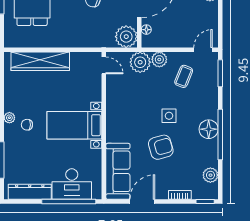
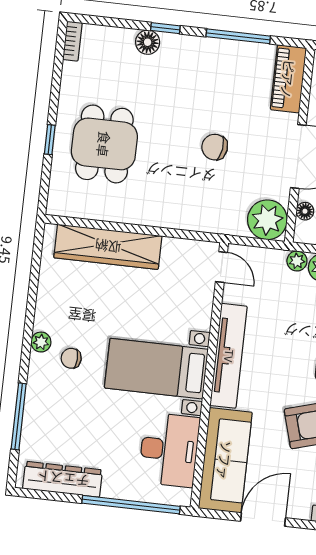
plant: (140, 62) -> (297, 261), width x0.53, depth x0.53
tv unit: (113, 114) -> (229, 356), added
desk: (72, 184) -> (169, 450), moved, turned -90

